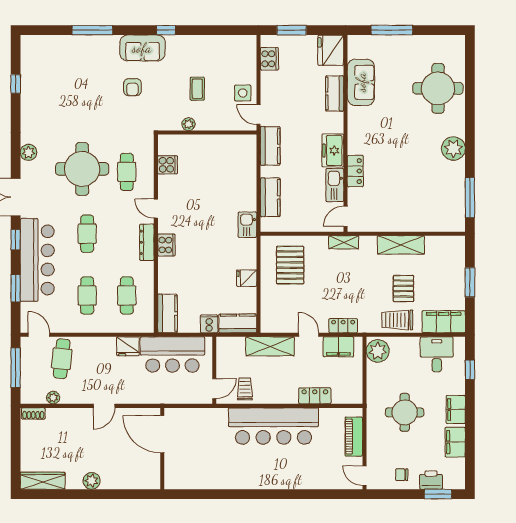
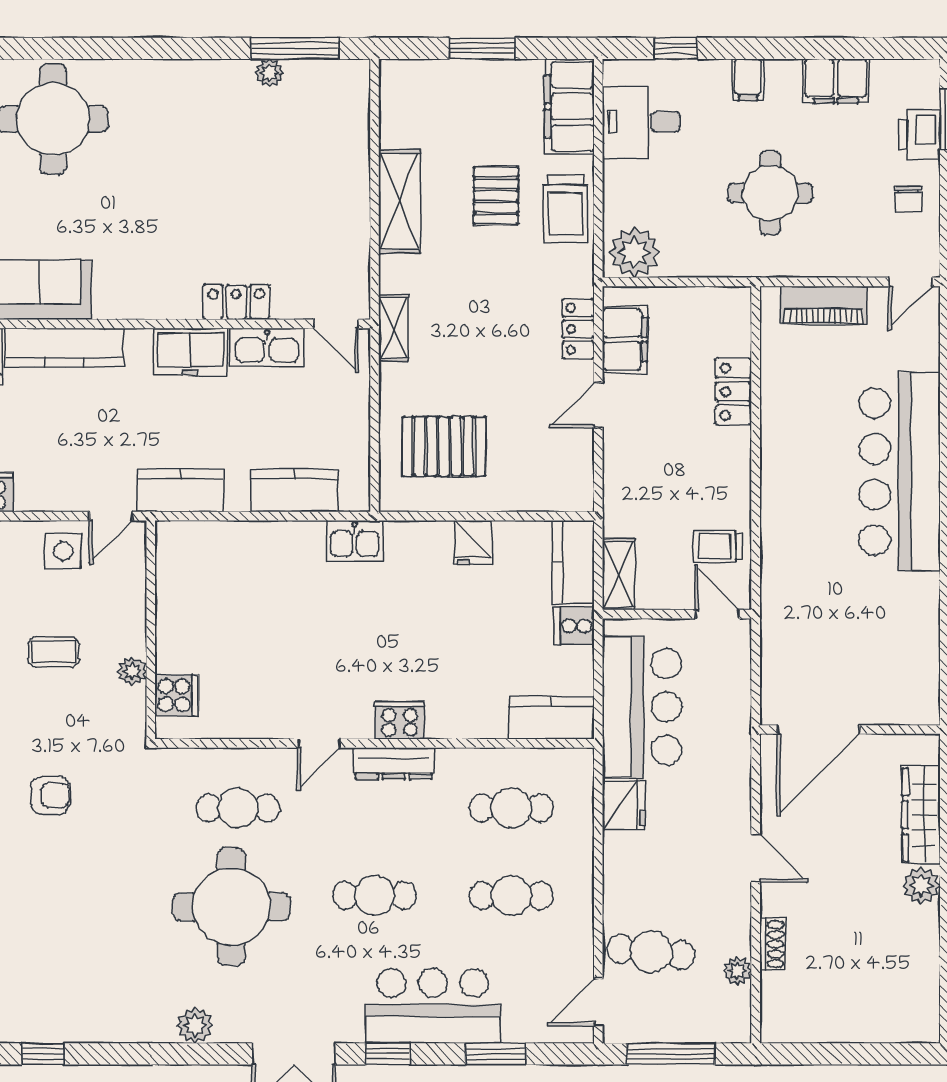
kitchen counter: (335, 93) -> (64, 348), width x1.50
plant: (453, 149) -> (269, 73), moved, width x0.53, depth x0.53
cooker: (168, 165) -> (177, 695), moved, turned 90
bar counter: (37, 260) -> (433, 1006), width x0.73
pallet: (403, 289) -> (496, 196), turned 90
shelving: (270, 346) -> (619, 574), moved, width x0.67, depth x0.75
filing cabinet: (456, 409) -> (748, 80), width x0.50
shoe rack: (33, 413) -> (772, 944), moved
bar counter: (273, 426) -> (900, 472), moved, turned 180
wardrobe: (43, 481) -> (921, 815), moved

